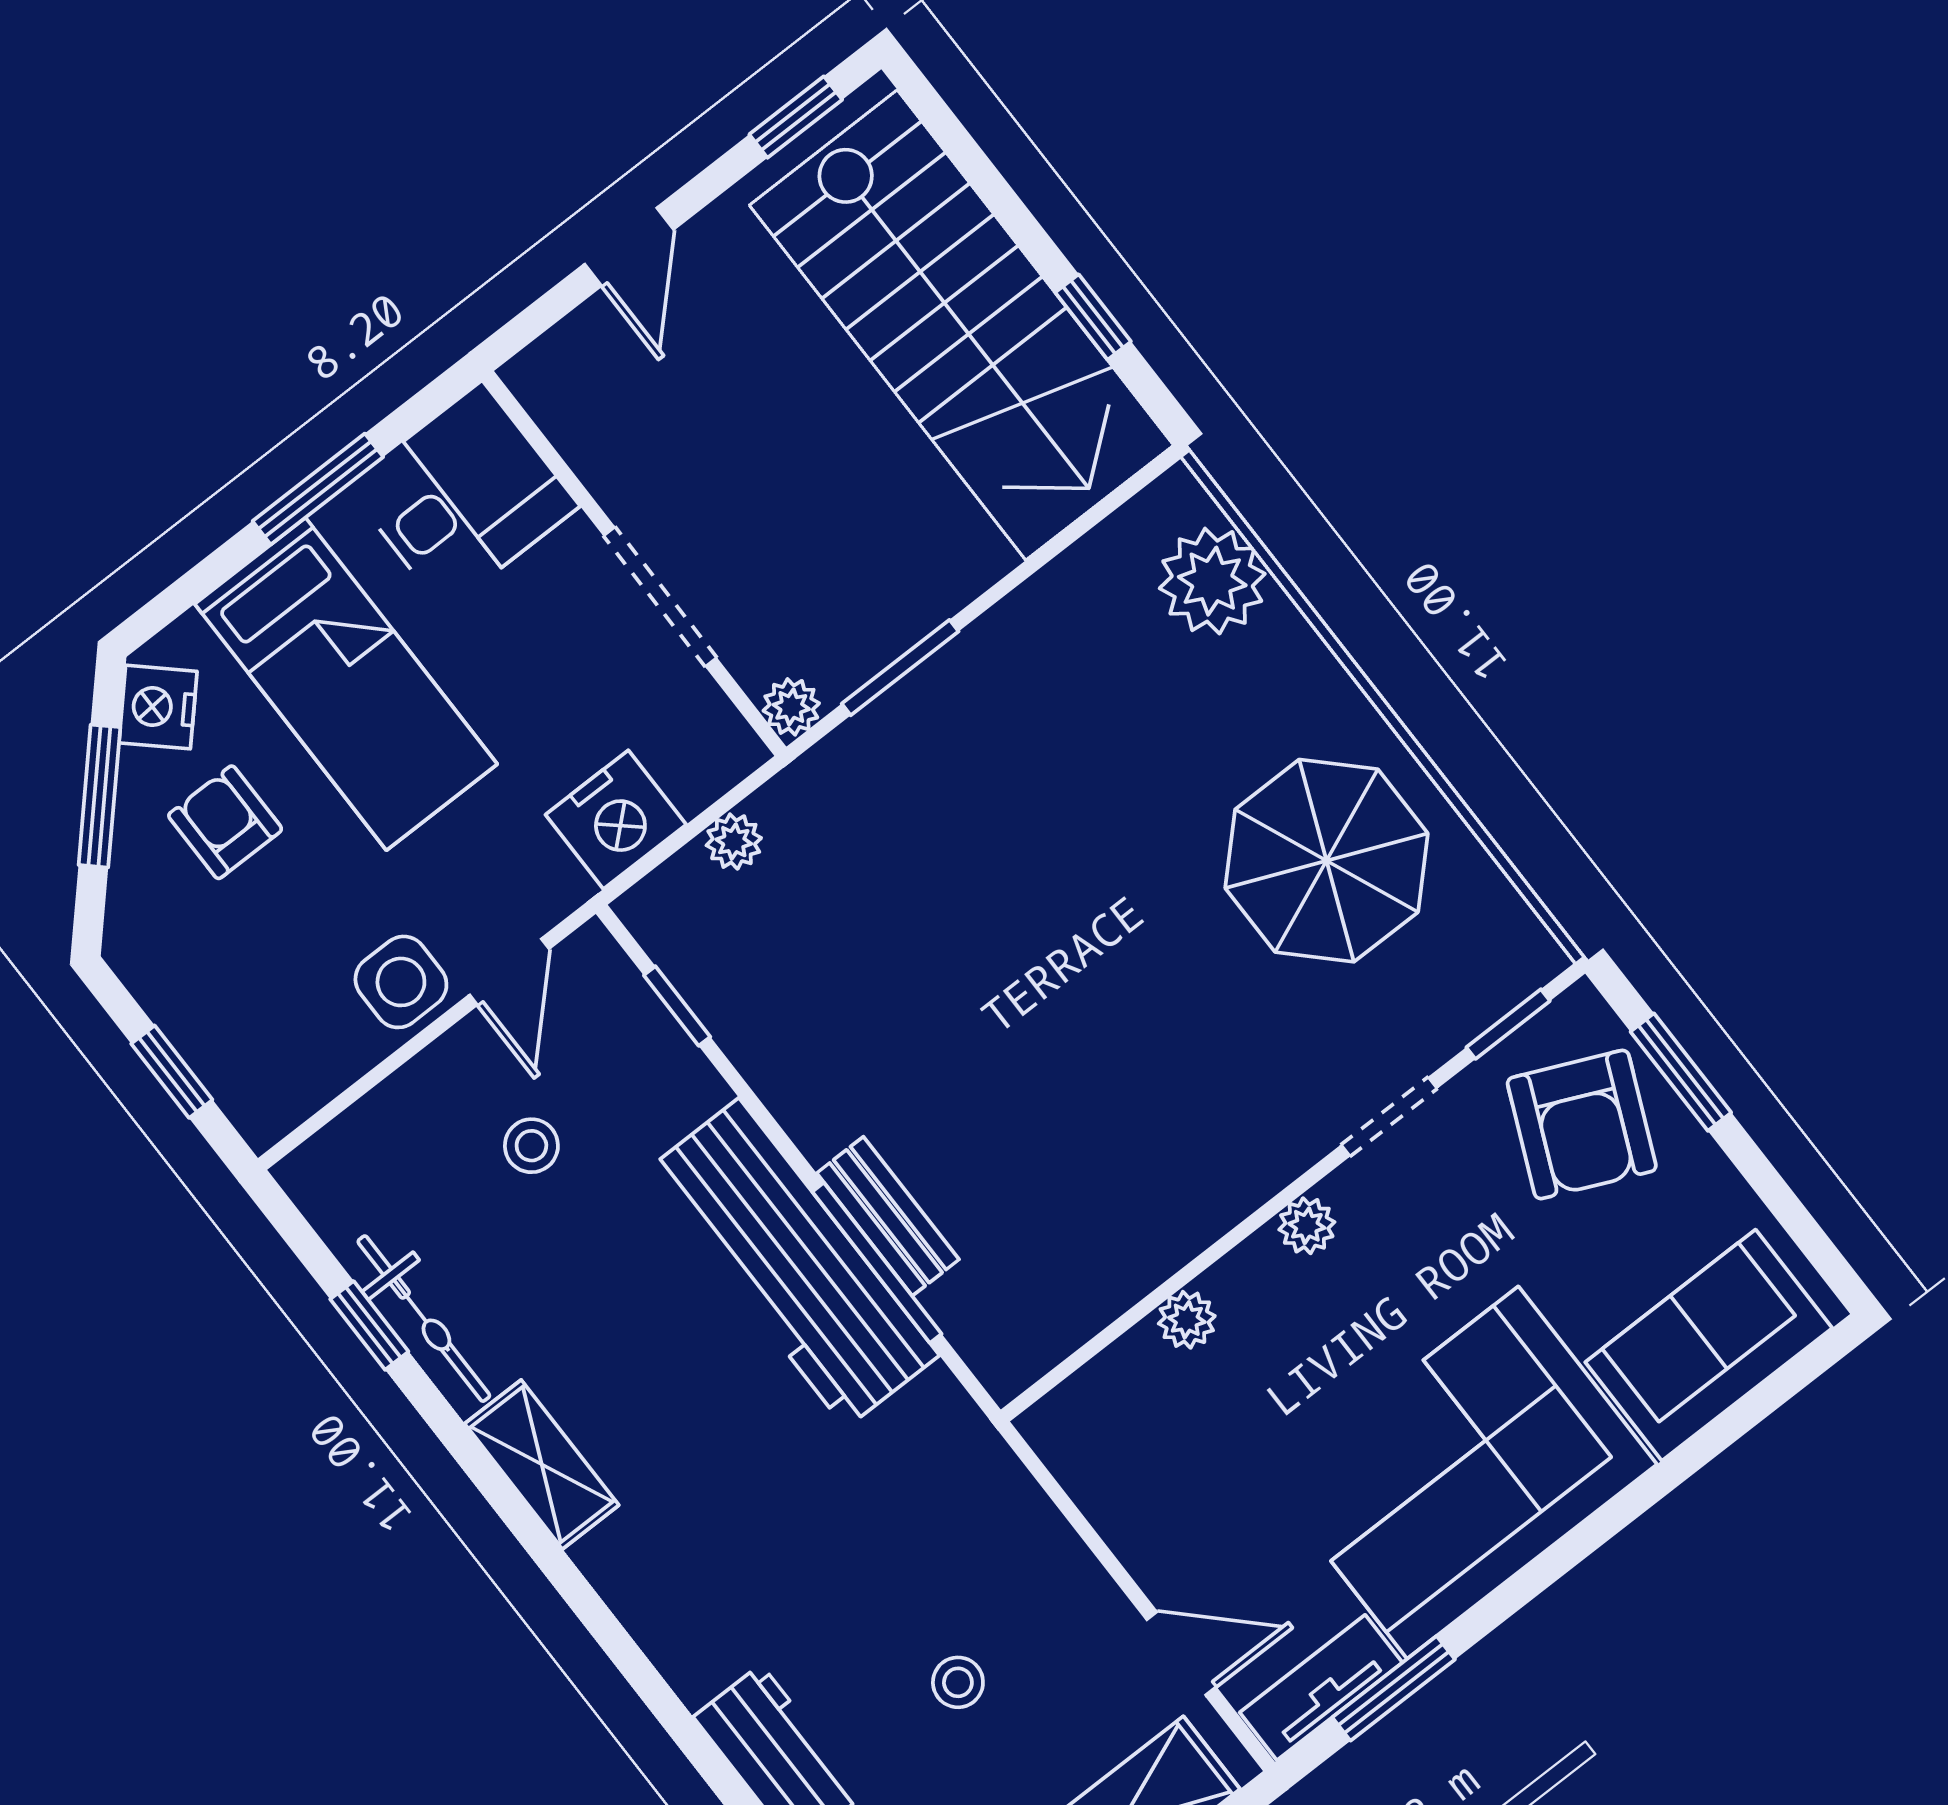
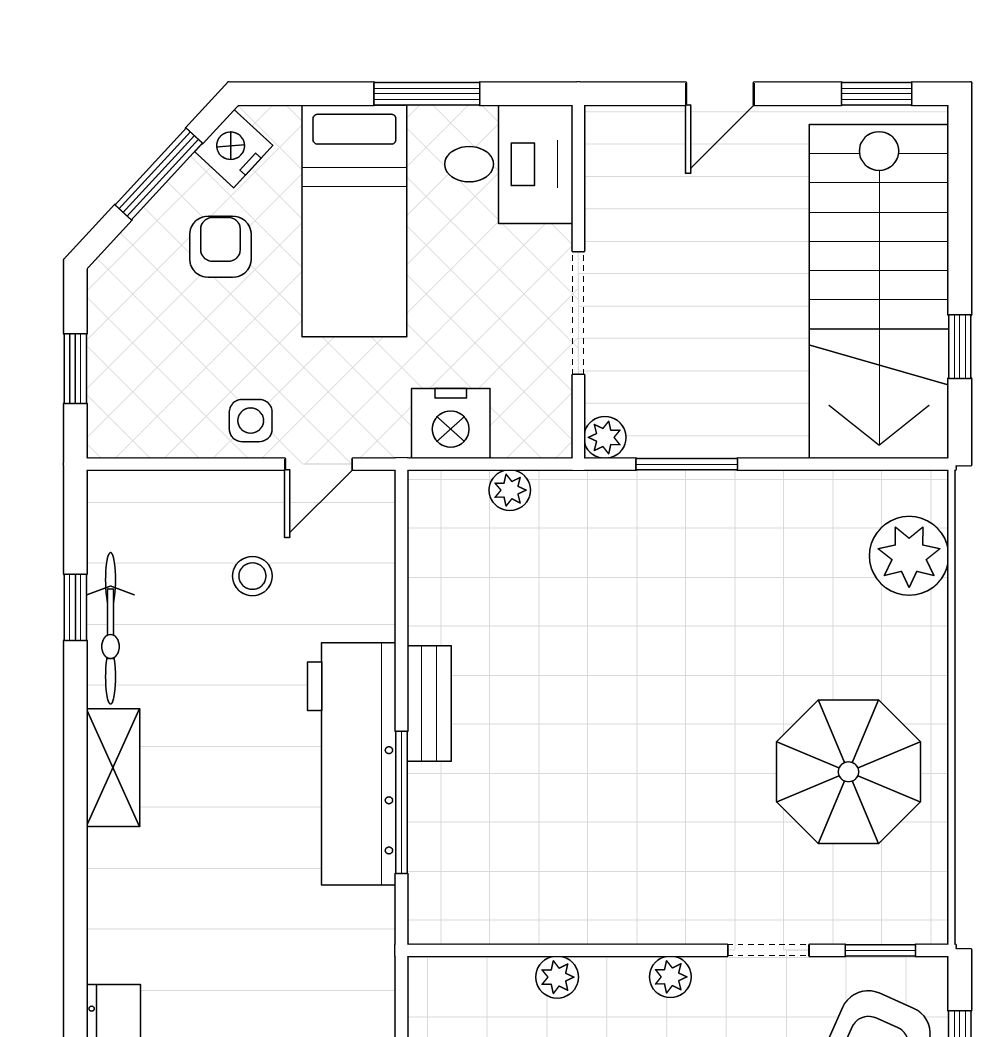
side table: (401, 982) -> (251, 421), width x0.73, depth x0.73
window: (677, 1006) -> (402, 561), removed
bench: (888, 1216) -> (429, 704), moved

